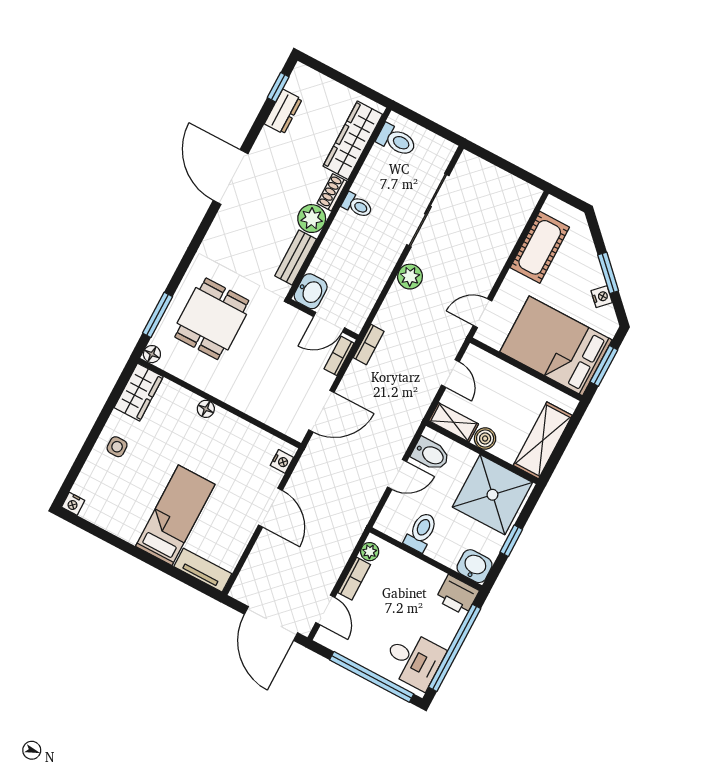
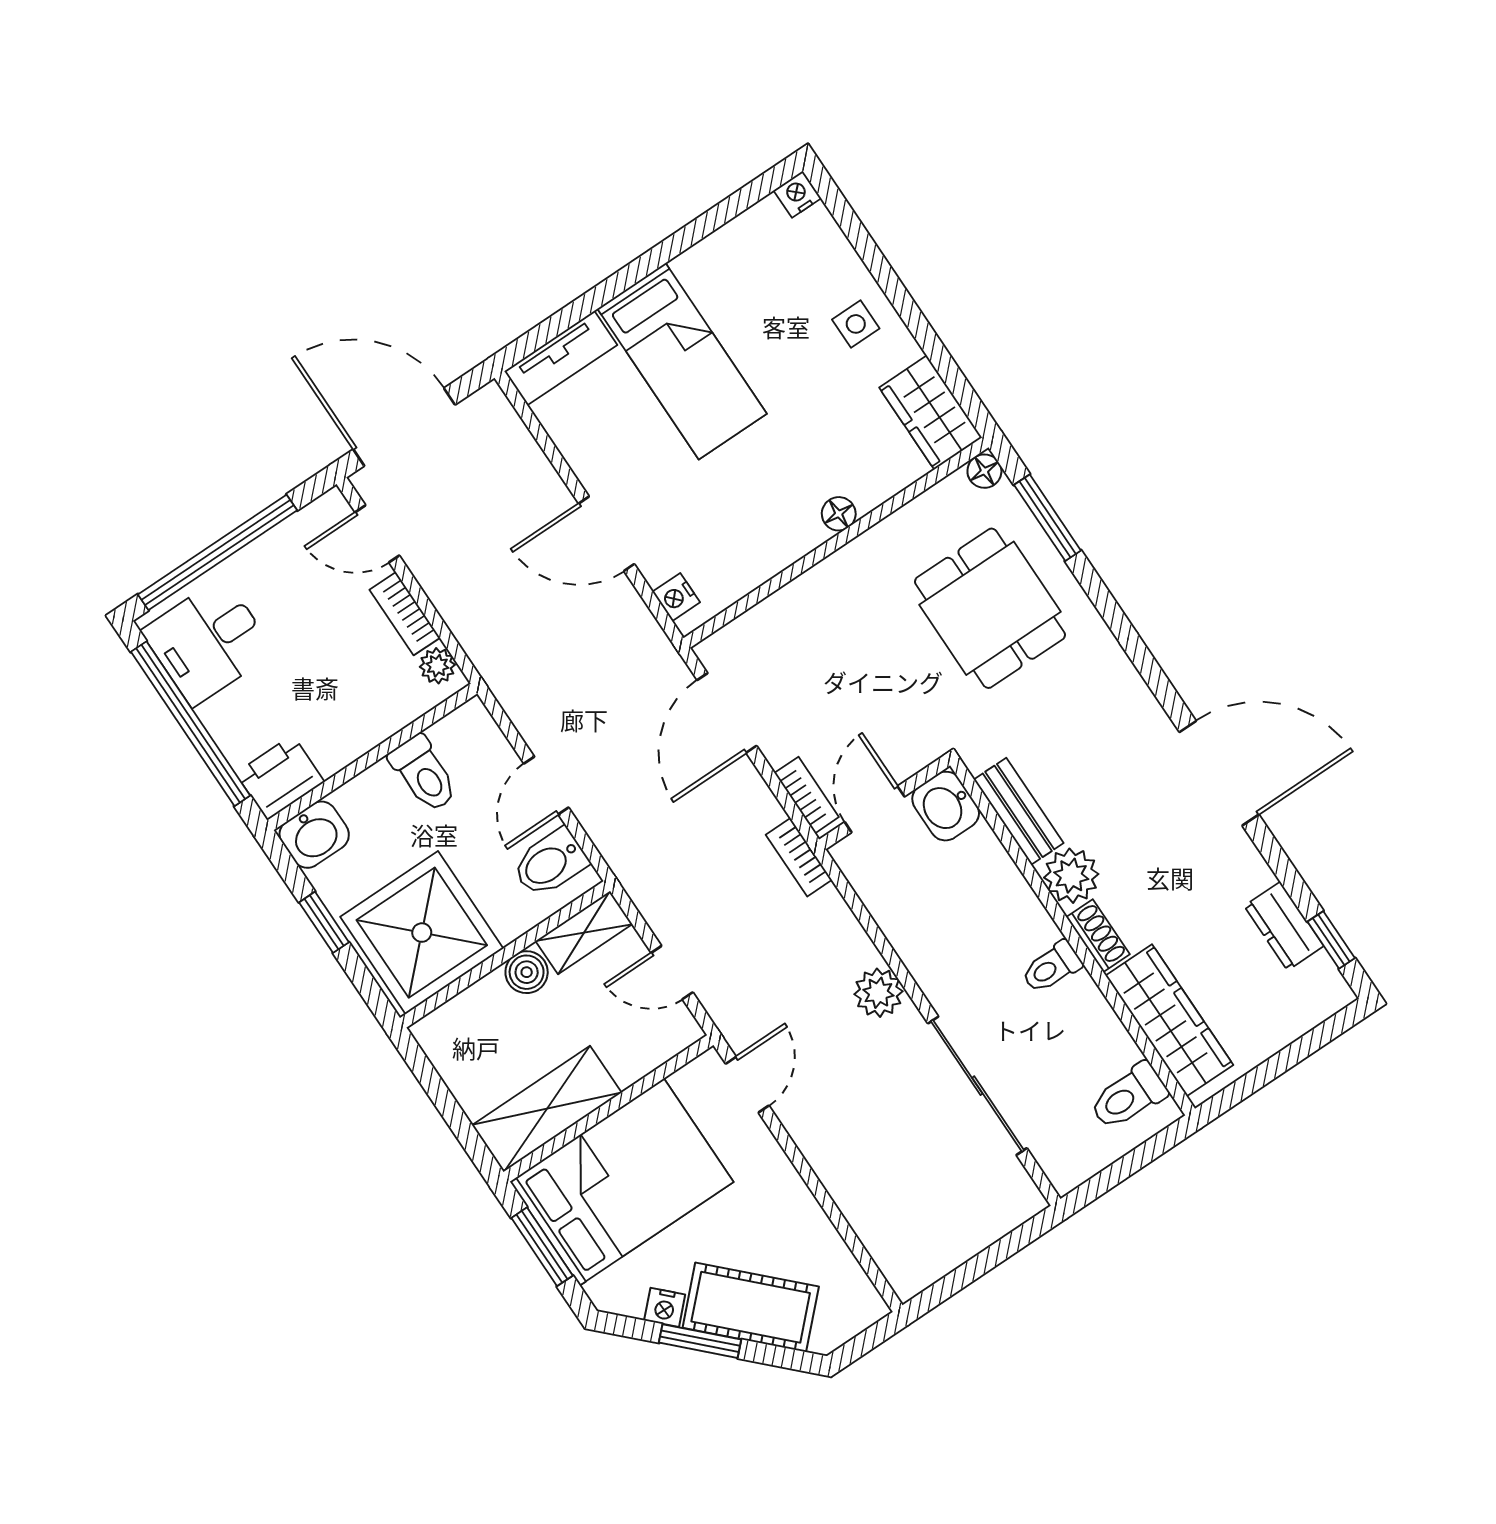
cot: (540, 247) -> (751, 1307), moved, turned -45
shelving: (543, 440) -> (547, 1109), moved, turned 90

